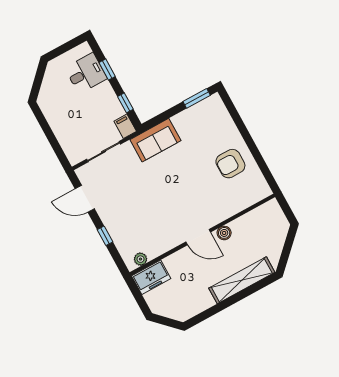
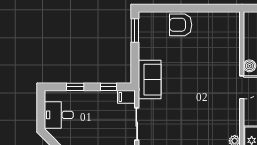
desk: (86, 73) -> (59, 115), moved, turned -90
armchair: (230, 164) -> (181, 25), moved, turned 90

